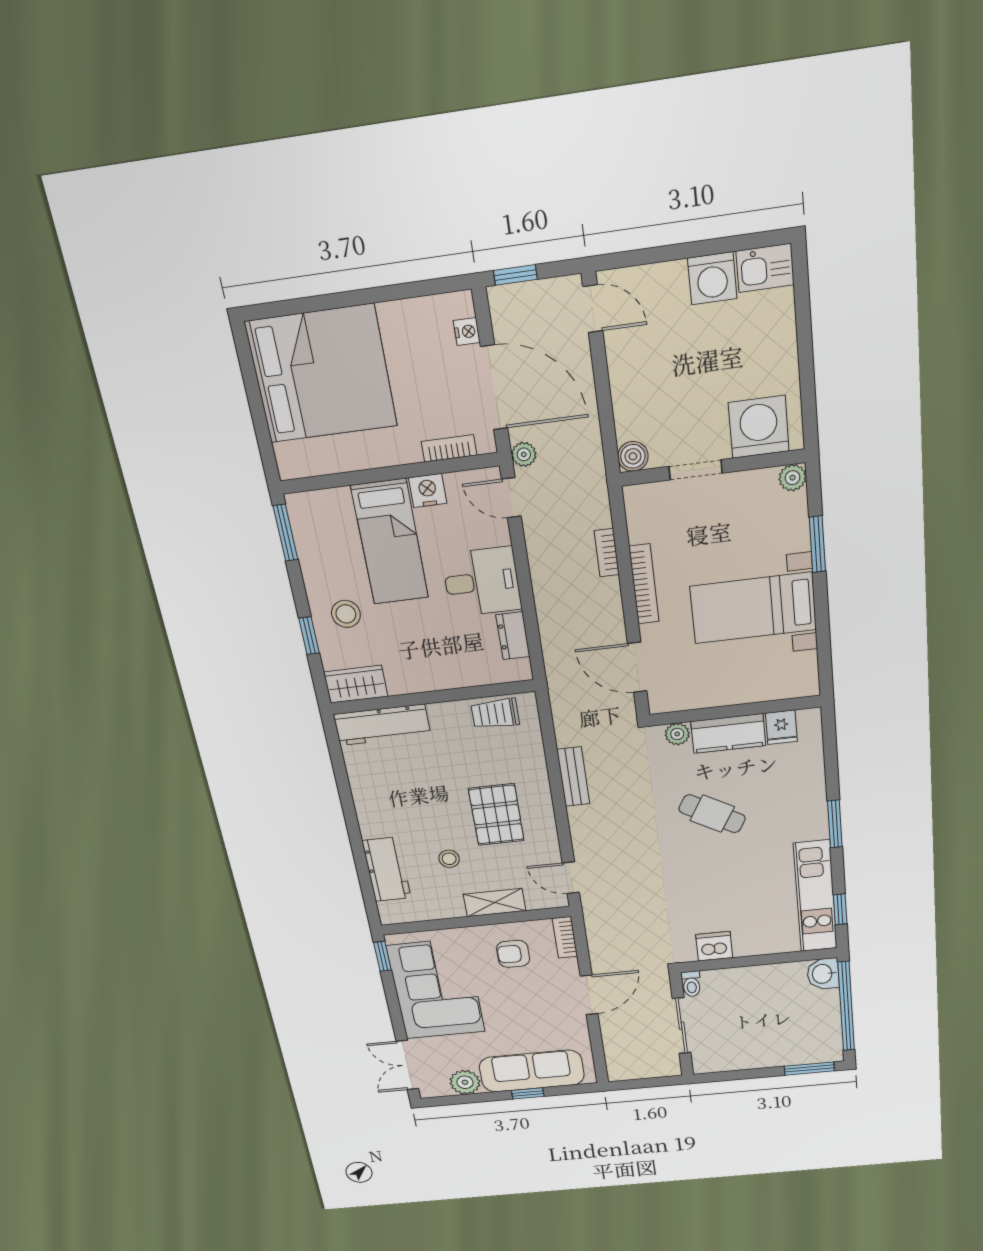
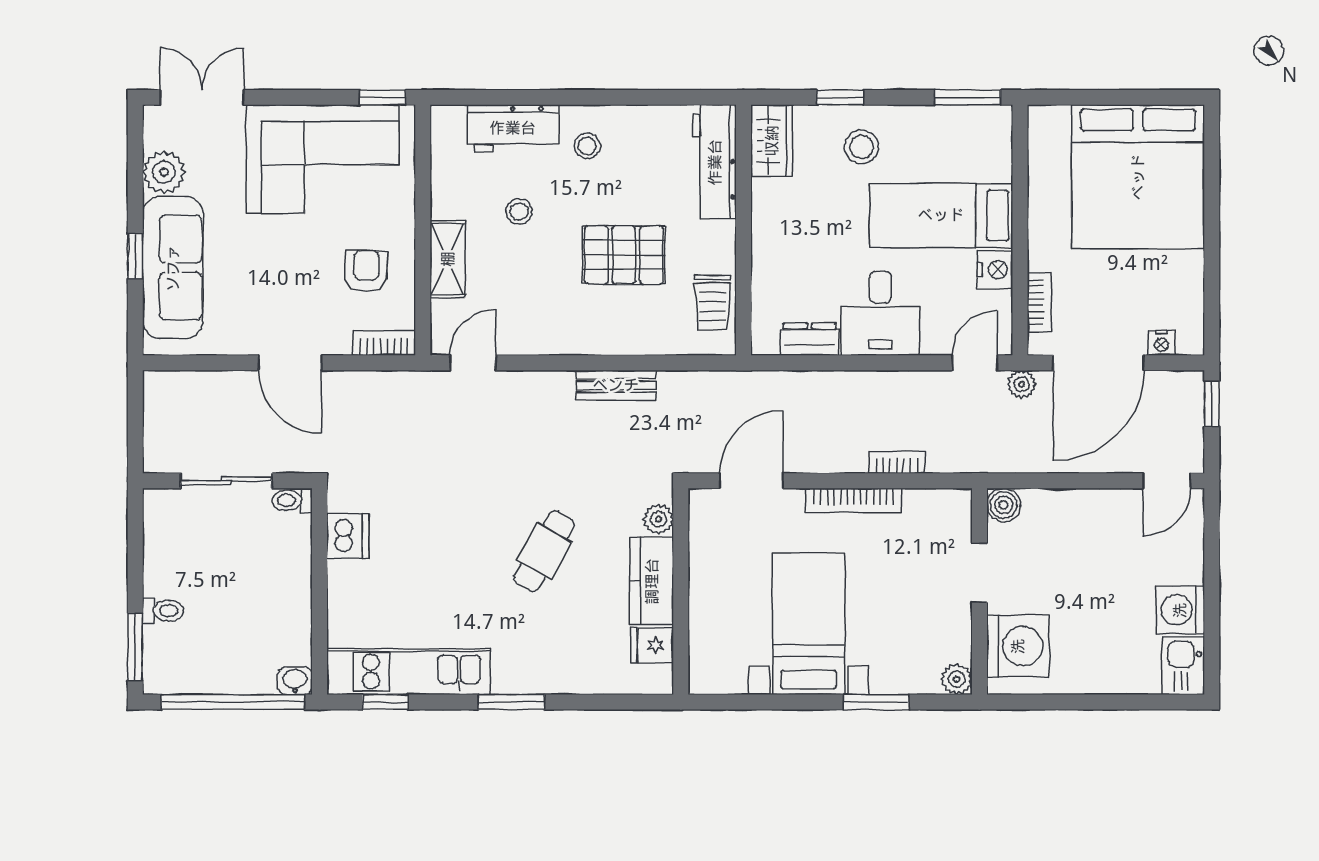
trolley: (495, 714) -> (712, 302), turned 180
pallet: (496, 815) -> (624, 255), moved
stool: (389, 817) -> (587, 146), added
washbasin: (823, 974) -> (295, 681), width x0.72, depth x0.69
toilet: (781, 1055) -> (163, 611), added

